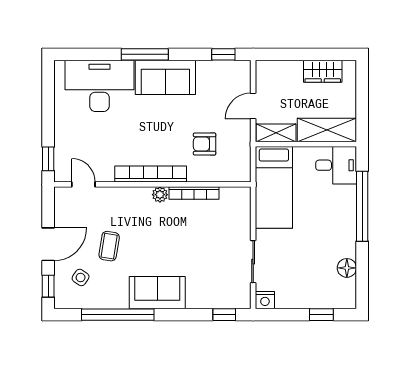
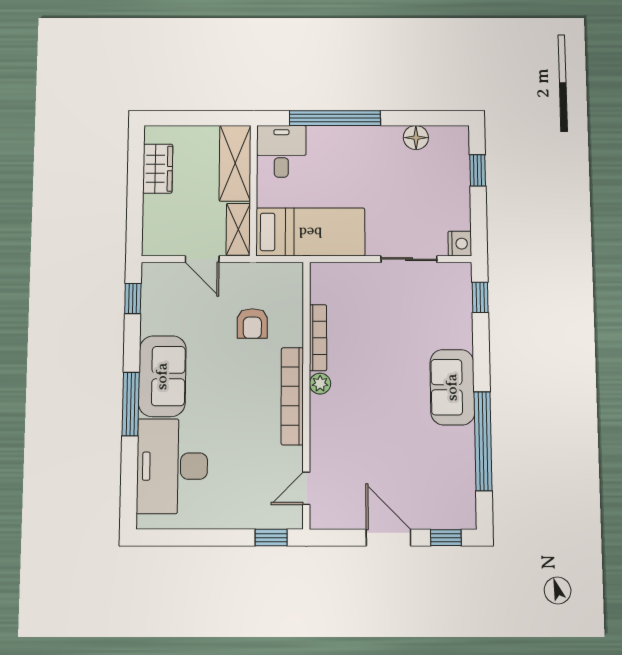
coffee table: (109, 246) -> (390, 453), removed
side table: (81, 278) -> (433, 492), removed

